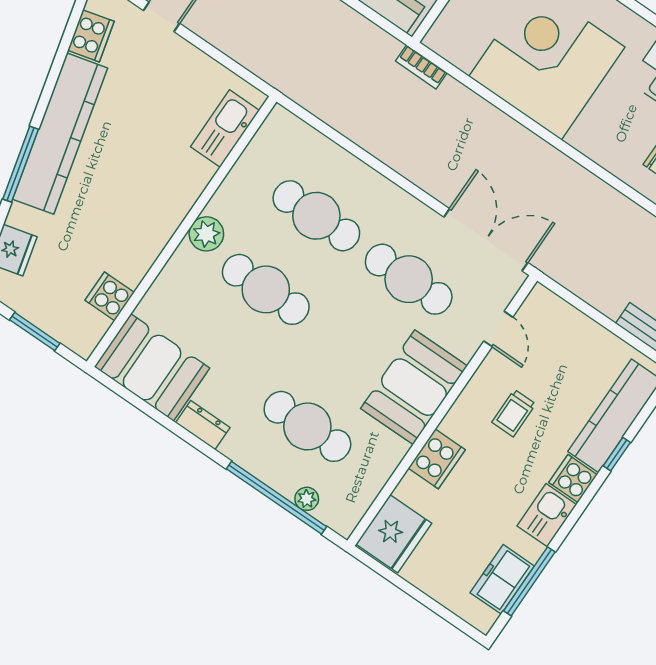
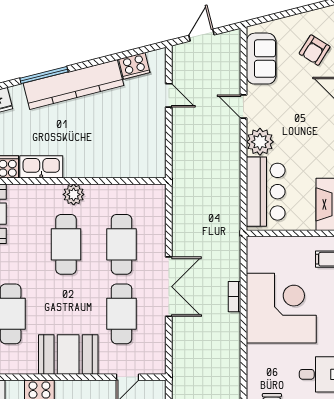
bookcase: (421, 67) -> (235, 297), moved
kitchen sink: (225, 129) -> (41, 167), moved
double door: (486, 240) -> (169, 287), moved

